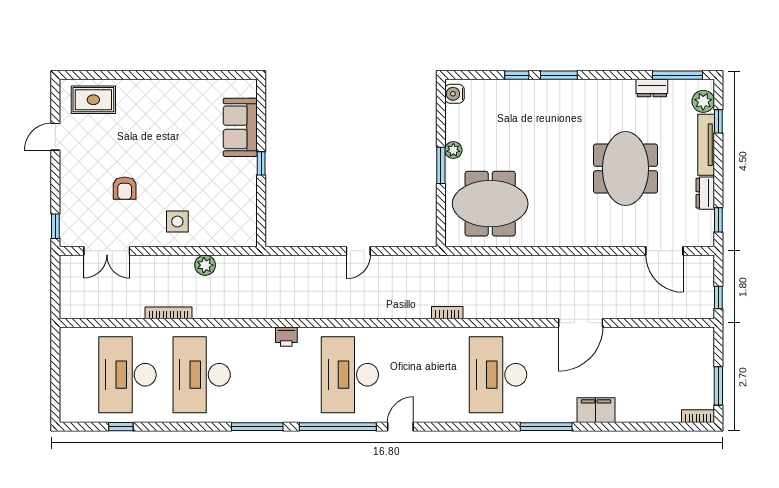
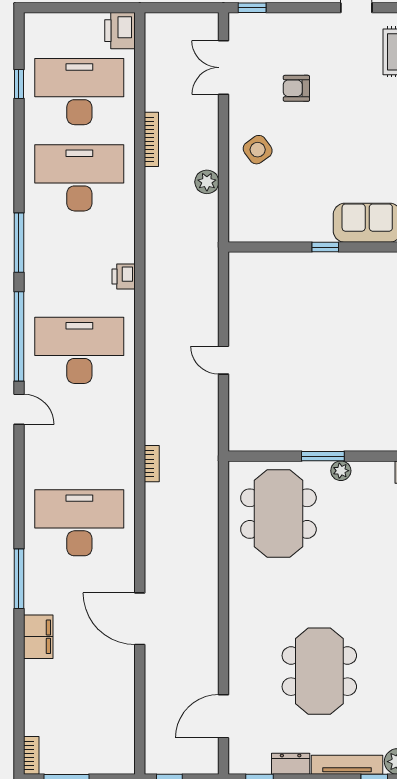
meeting table: (626, 169) -> (319, 671), turned 90
side table: (177, 222) -> (258, 150), turned -36
printer: (75, 340) -> (120, 31), added

